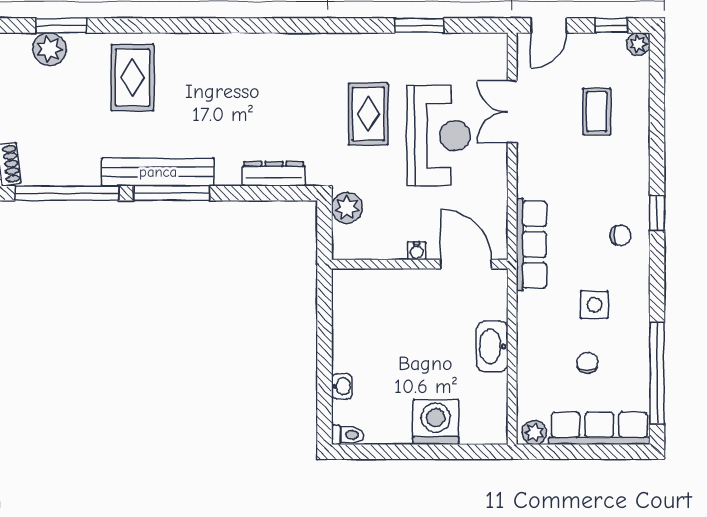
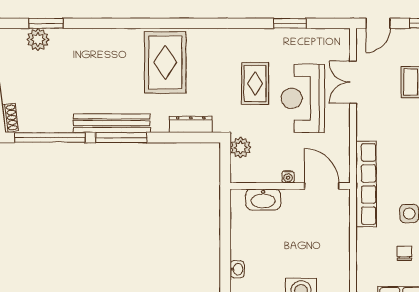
rug: (132, 78) -> (165, 62), moved, width x1.36, depth x1.43
reception desk: (438, 136) -> (303, 98), turned 180
row of seats: (531, 244) -> (366, 184), width x1.36
washbasin: (492, 346) -> (263, 199), moved, turned -90

